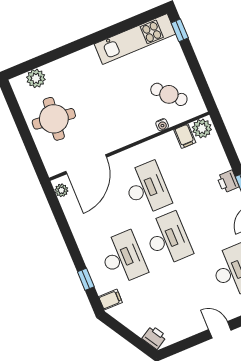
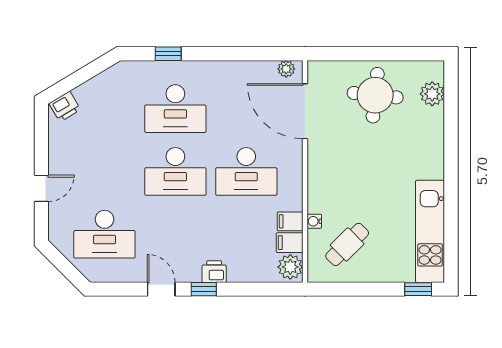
filing cabinet: (110, 300) -> (290, 221), moved, turned 90

